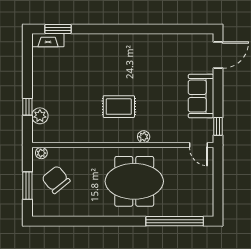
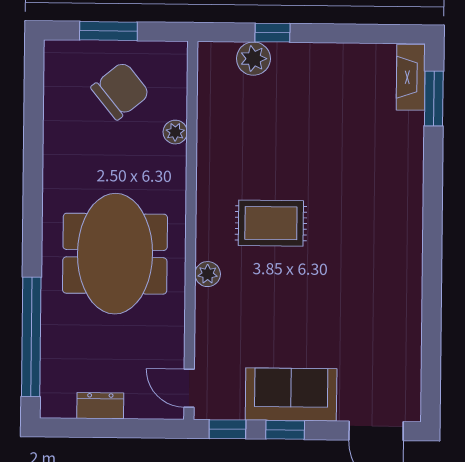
window: (218, 99) -> (285, 430), added
rug: (119, 107) -> (271, 223), turned 90
door: (199, 145) -> (189, 388), hinge flipped
plant: (41, 153) -> (175, 132), moved
dresser: (207, 188) -> (100, 406), added

